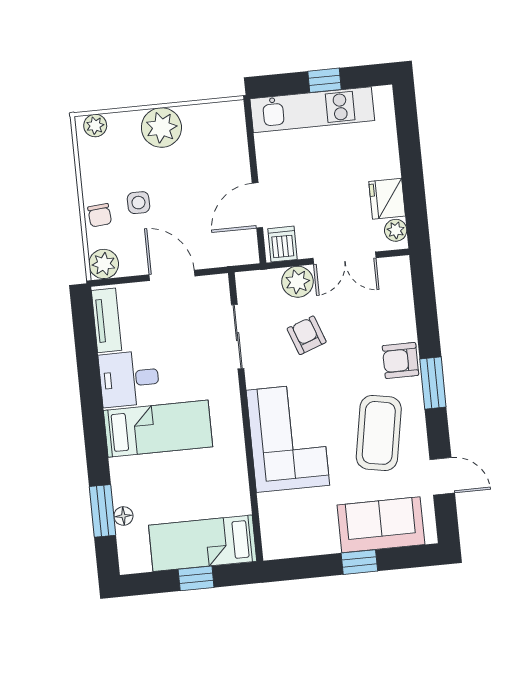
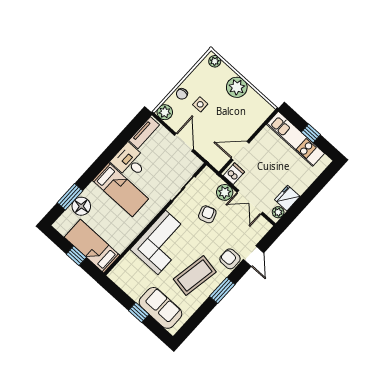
window: (433, 383) -> (222, 290), moved
door: (442, 476) -> (253, 256), moved
floor lamp: (123, 516) -> (81, 206), width x1.89, depth x1.89

